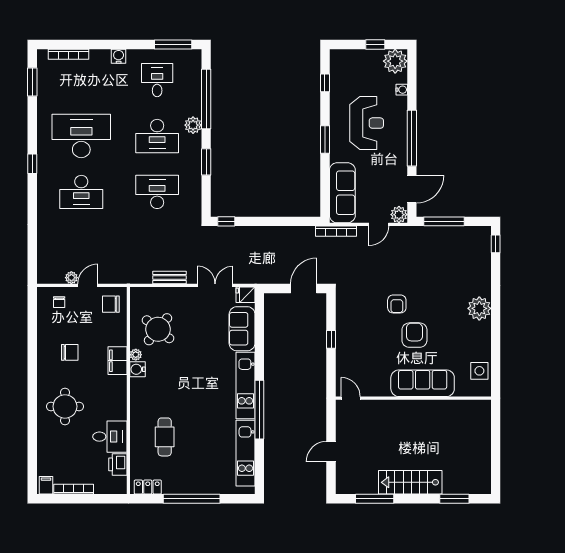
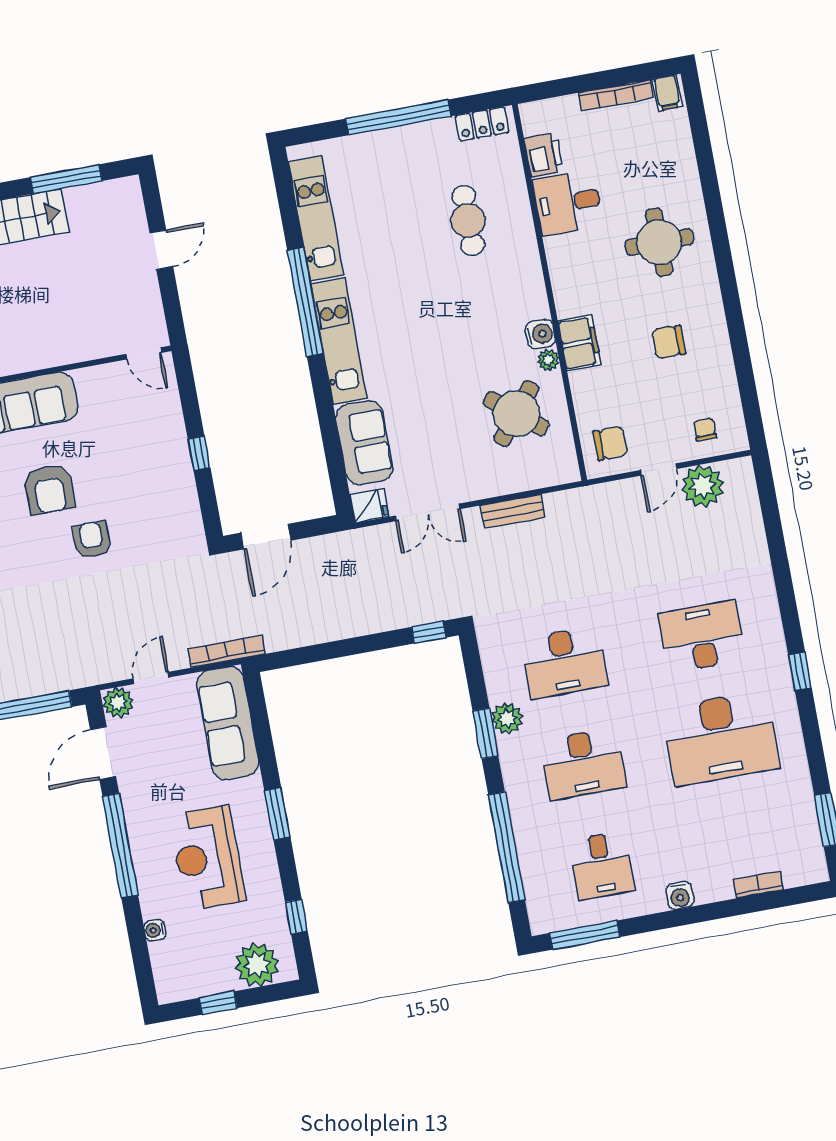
bookcase: (68, 54) -> (758, 885), width x0.64
plant: (395, 61) -> (257, 965), moved
plant: (193, 125) -> (507, 718), moved
desk: (157, 136) -> (583, 764), turned 180
plant: (71, 278) -> (703, 486), width x1.88, depth x1.88

